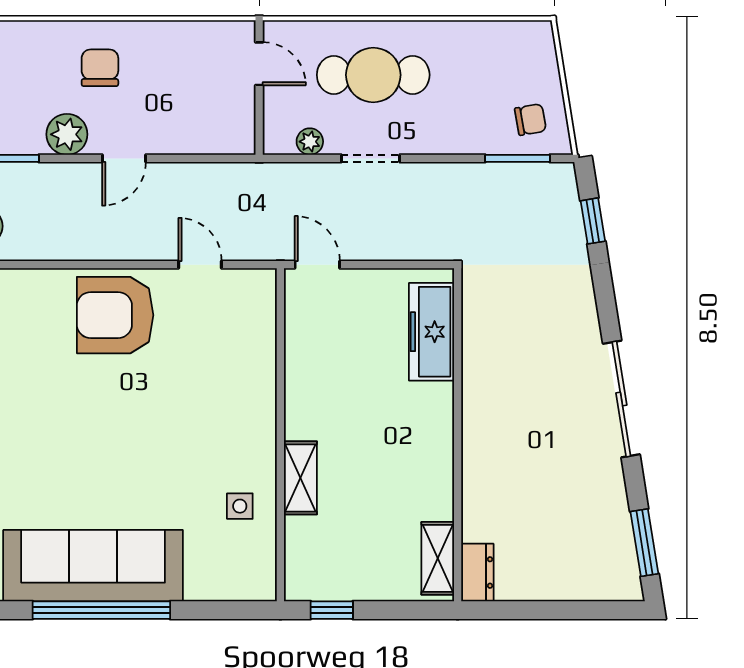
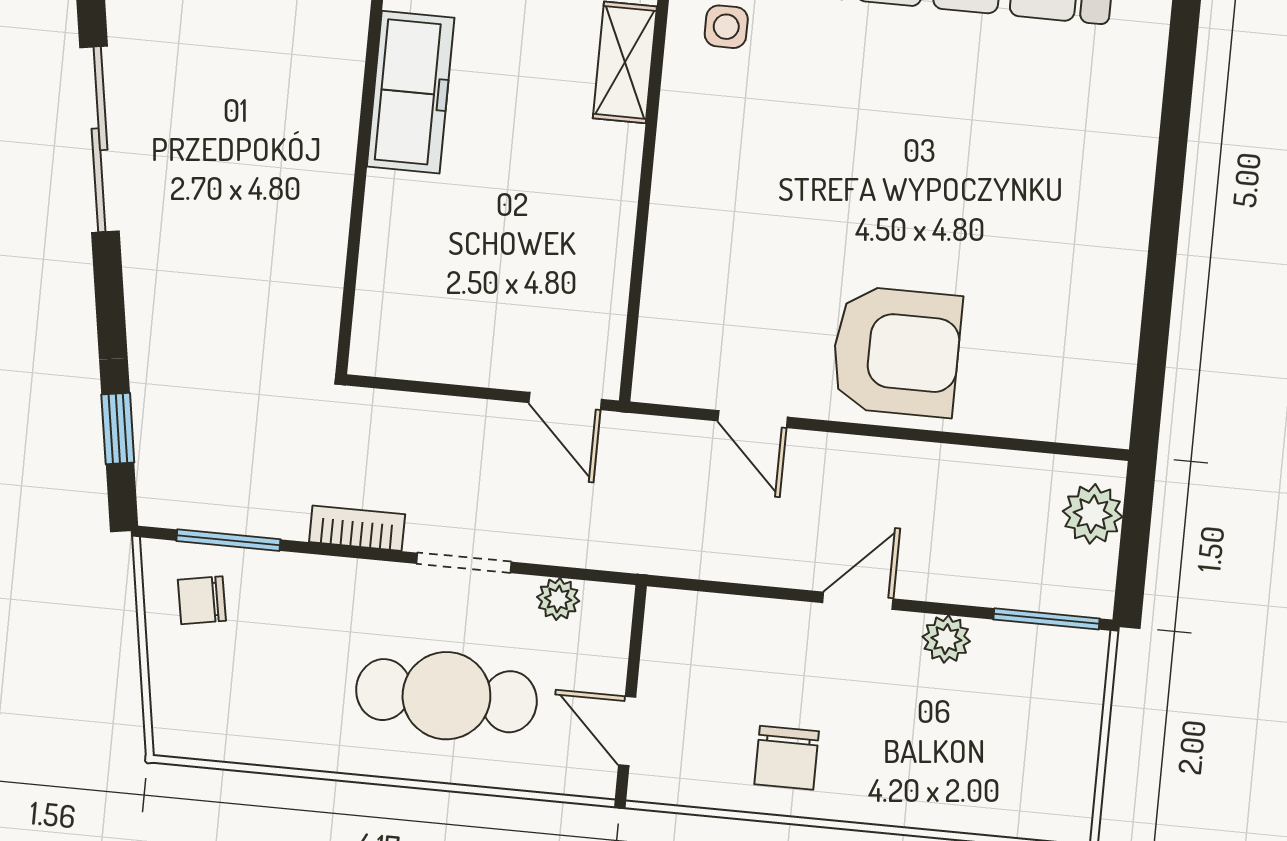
chair: (100, 68) -> (787, 758), moved
plant: (67, 134) -> (946, 639), width x0.73, depth x0.73
bookcase: (439, 173) -> (357, 528), added
freezer: (431, 332) -> (411, 92), moved

